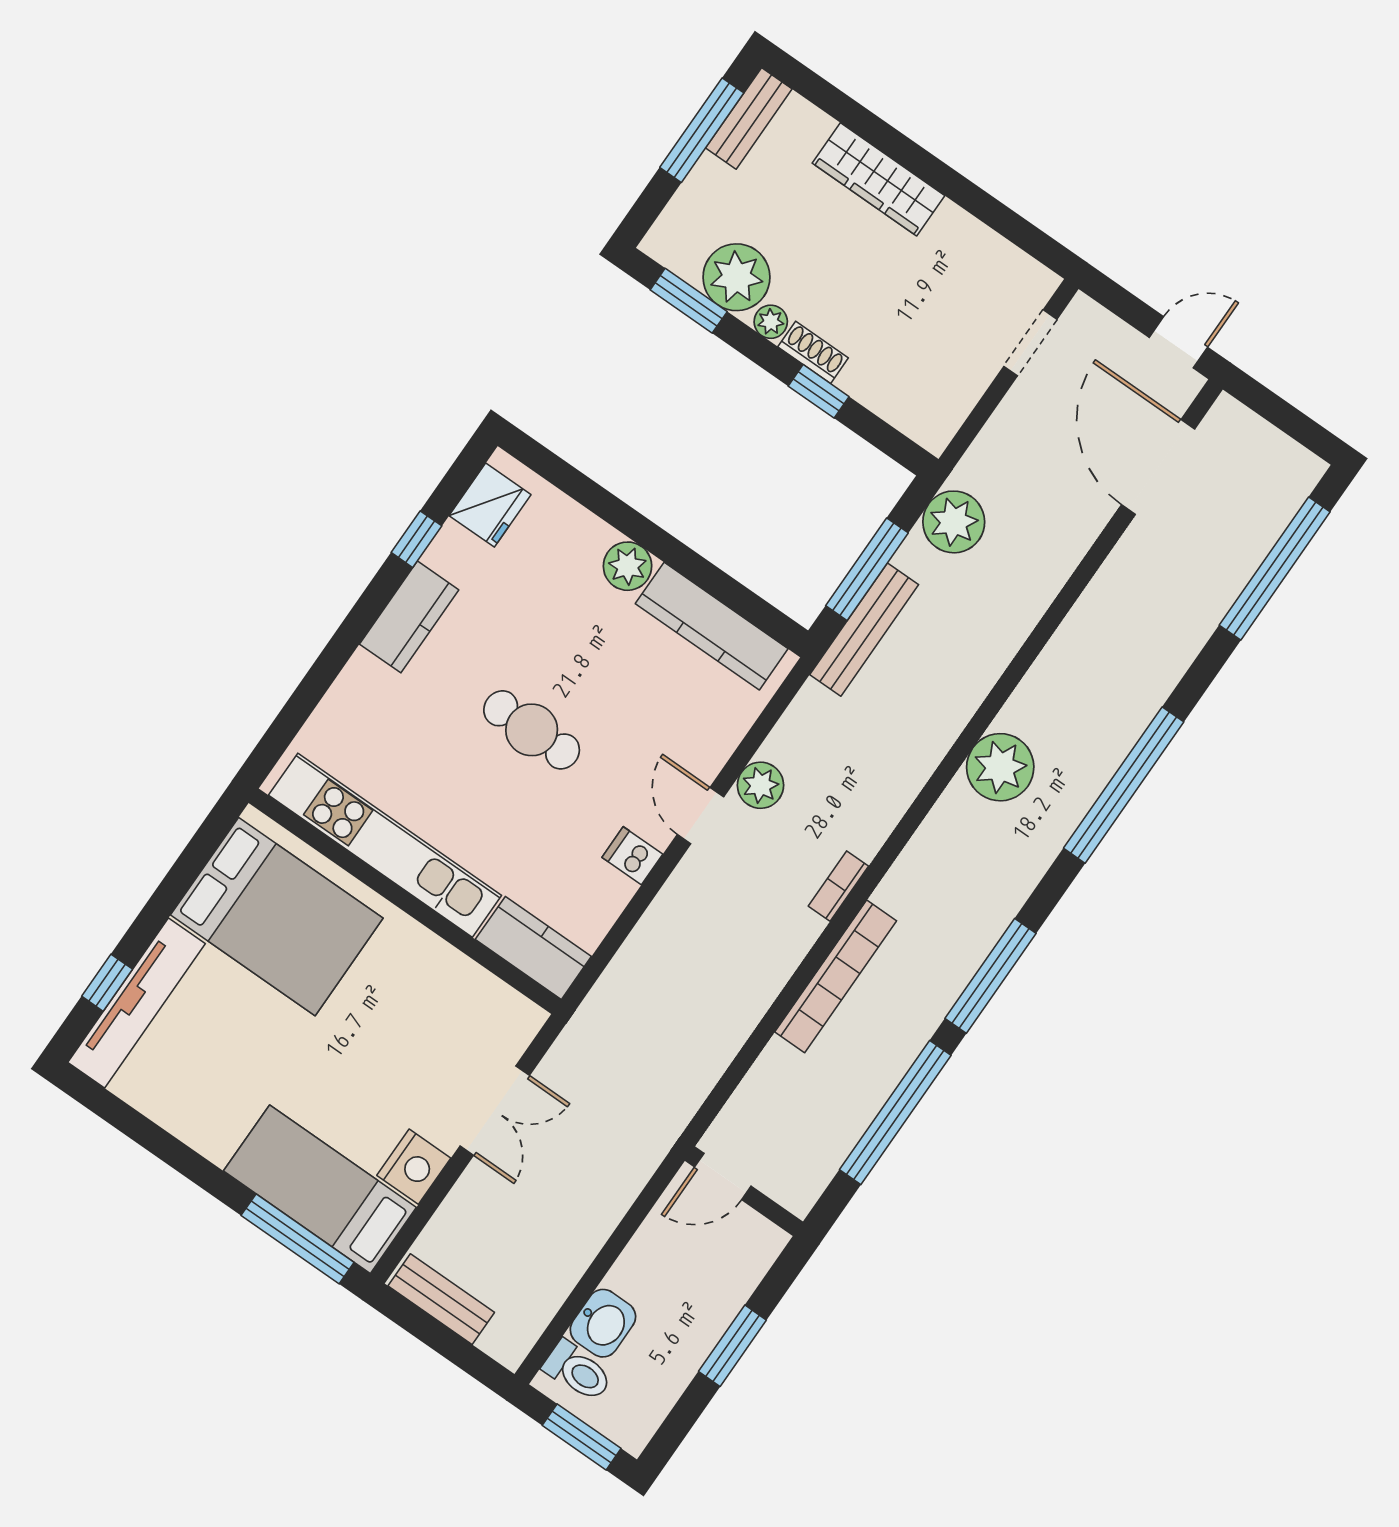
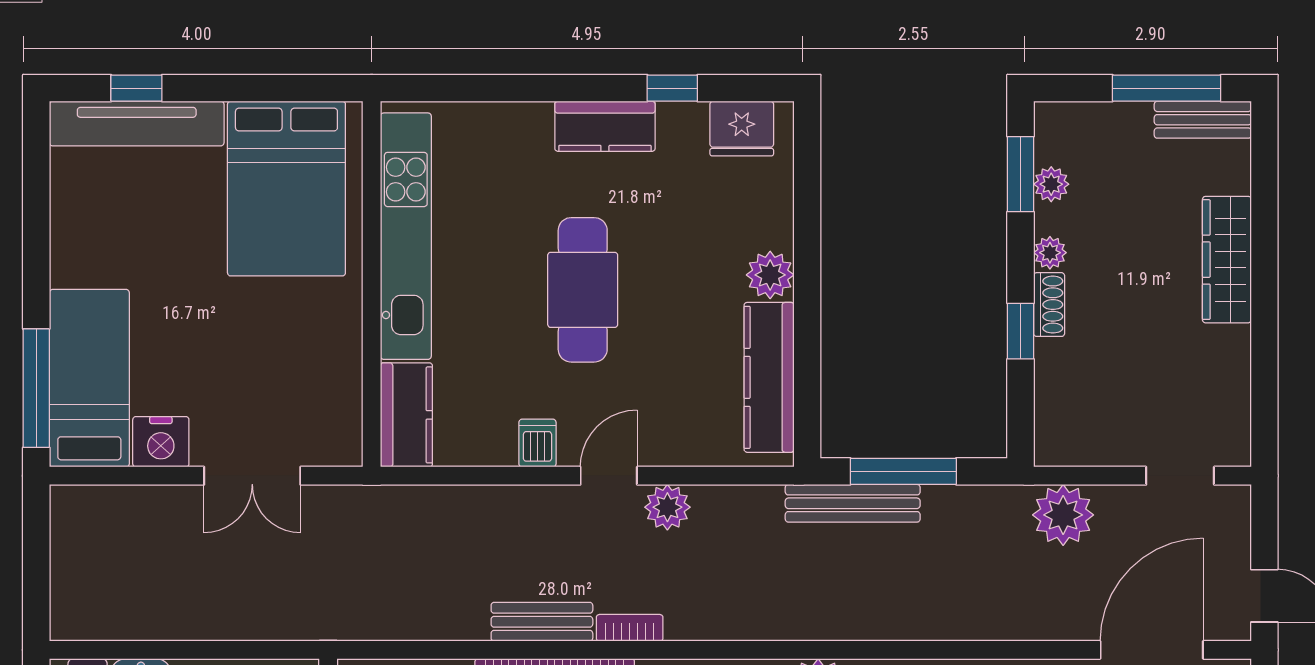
plant: (736, 277) -> (1051, 184), width x0.53, depth x0.53
plant: (954, 522) -> (1063, 515), moved
cafe table: (532, 730) -> (583, 290), width x1.37, depth x1.35
bench: (441, 1299) -> (542, 622), moved, turned 90

